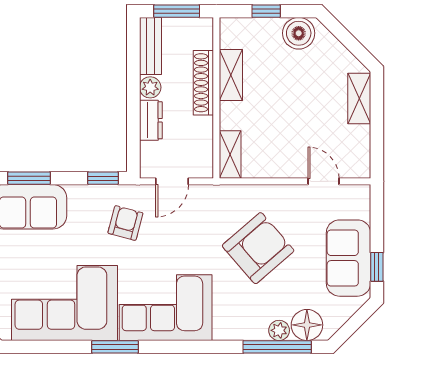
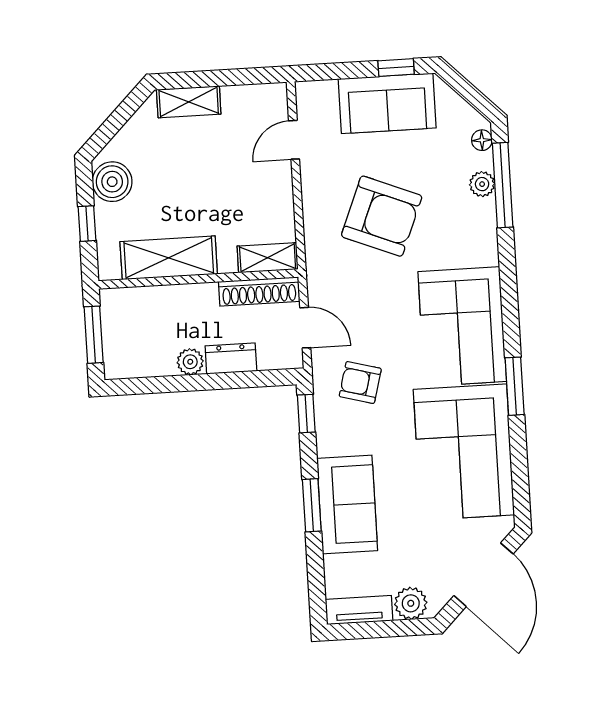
bench: (150, 46) -> (139, 364), removed
shelving: (231, 75) -> (169, 258), width x1.50, depth x1.33
shoe rack: (203, 83) -> (259, 291), moved
armchair: (258, 248) -> (382, 216), turned 153
floor lamp: (307, 325) -> (482, 140), width x0.53, depth x0.53

